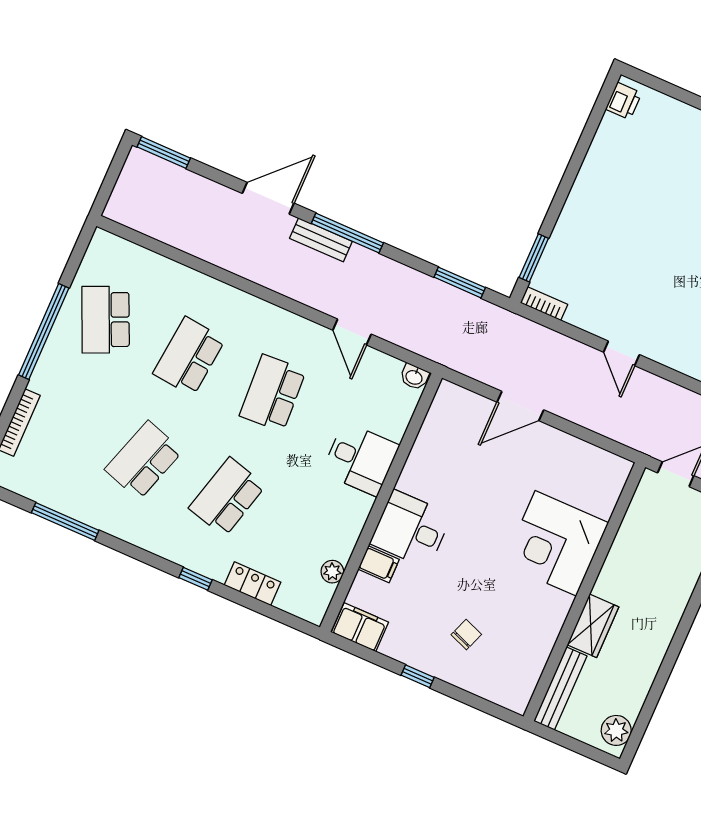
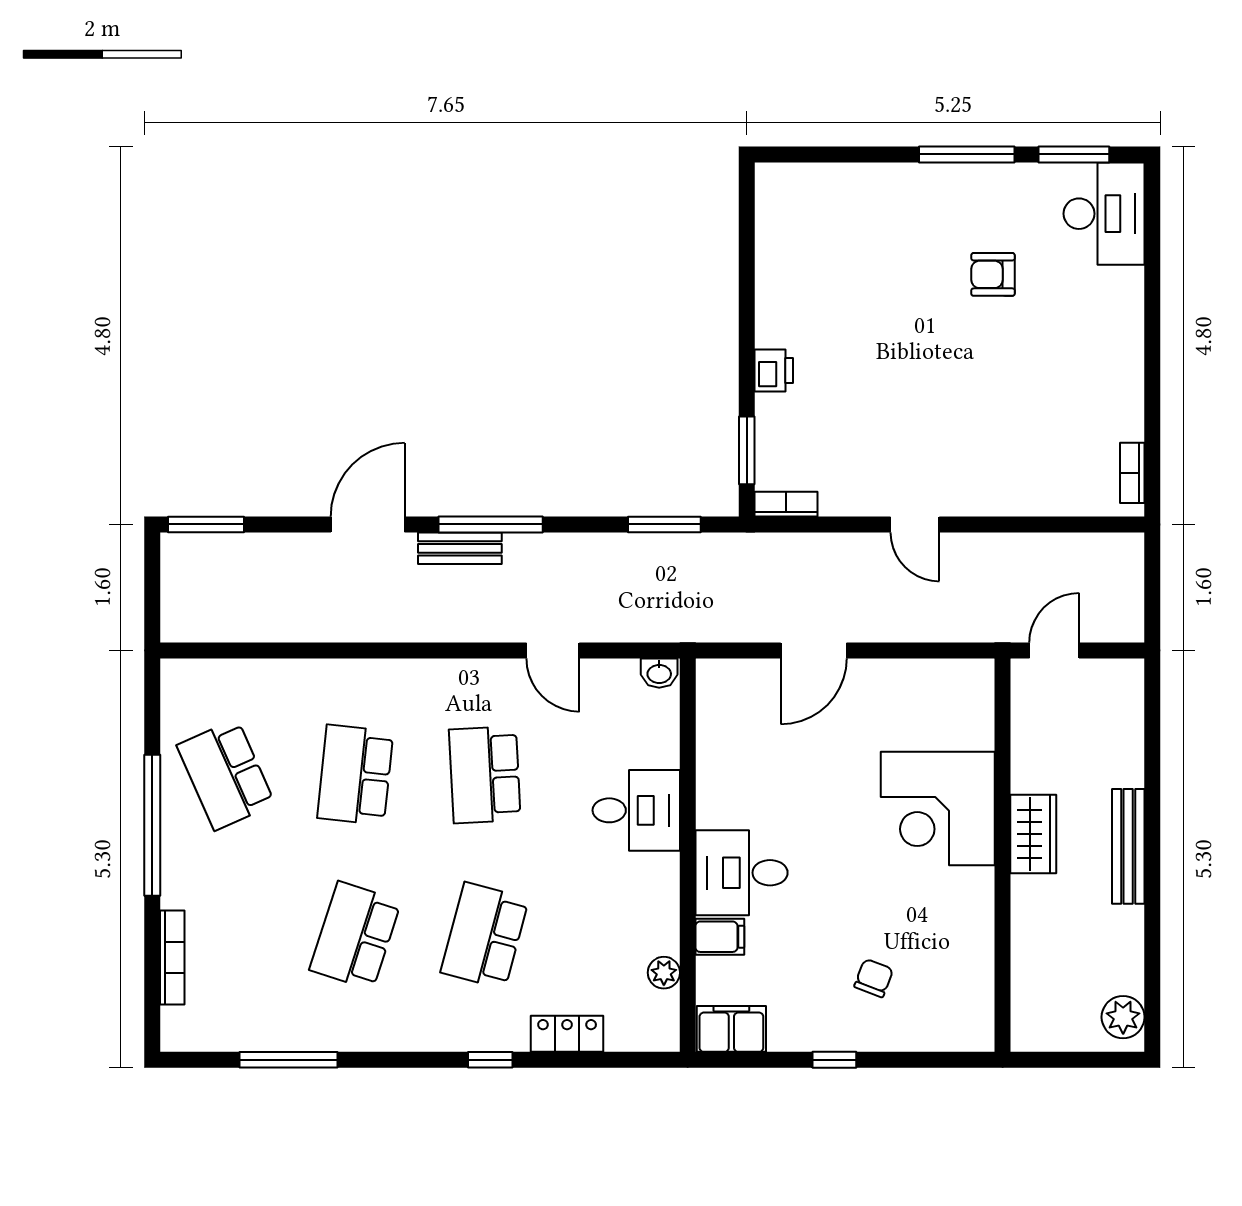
printer: (624, 101) -> (774, 370), moved
wardrobe: (593, 626) -> (1033, 834), moved
bench: (560, 689) -> (1128, 846), moved

